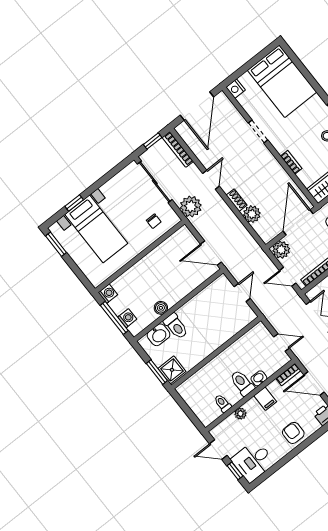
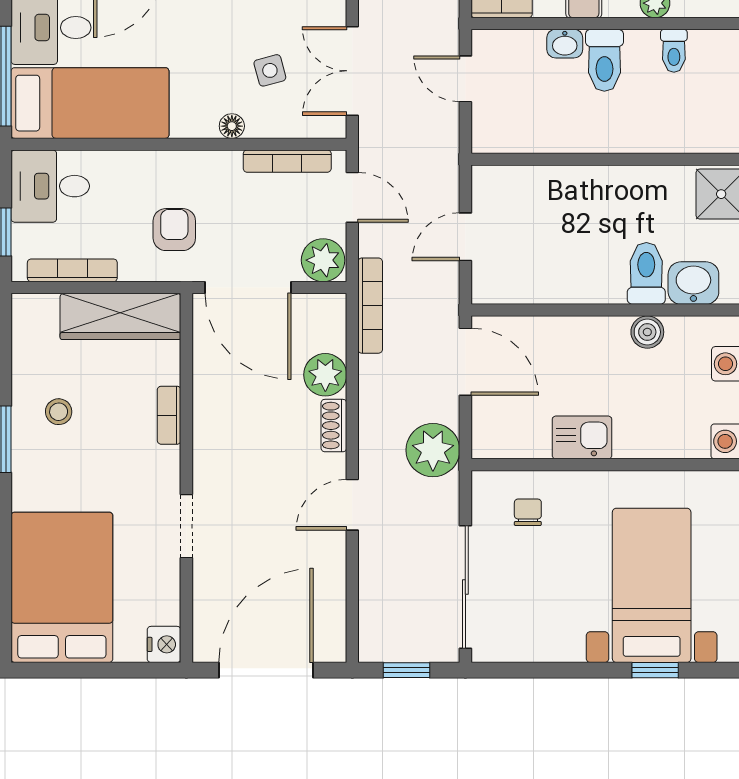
bookcase: (178, 149) -> (370, 306), moved
plant: (191, 206) -> (433, 450), moved
door: (298, 222) -> (248, 287), hinge flipped
kitchen sink: (155, 258) -> (582, 437), added

